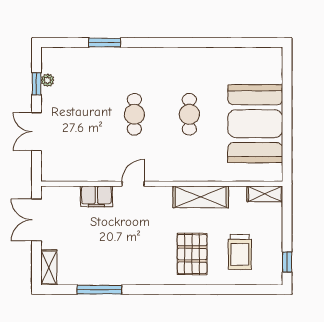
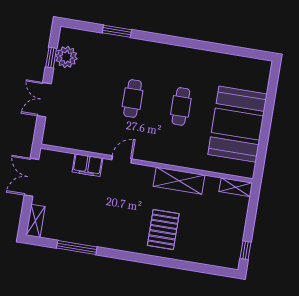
plant: (48, 80) -> (66, 57), width x1.88, depth x1.88
trolley: (240, 252) -> (205, 235), removed

